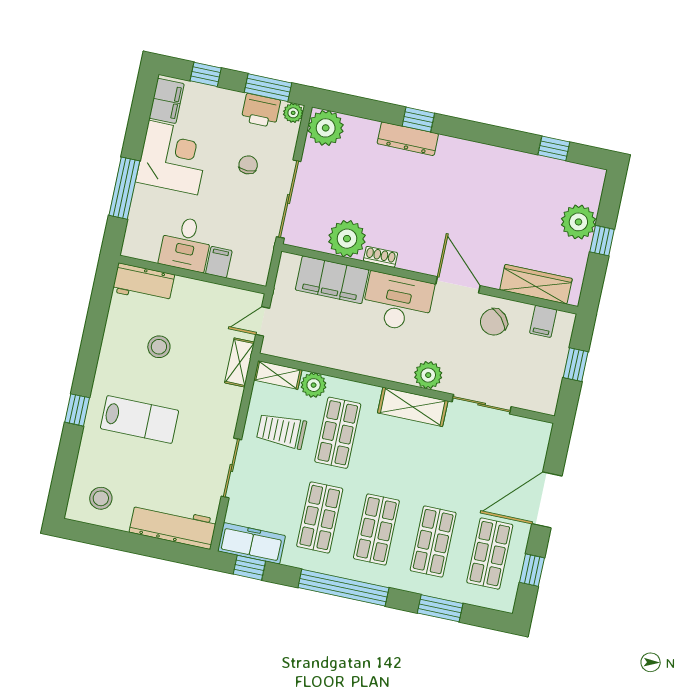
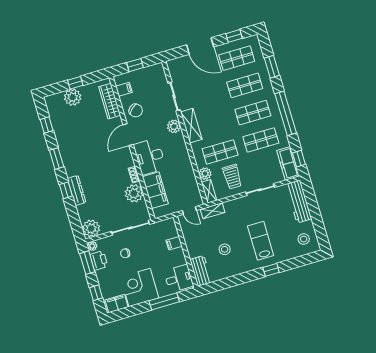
window: (484, 134) -> (57, 159), added
desk: (186, 244) -> (179, 278), moved

